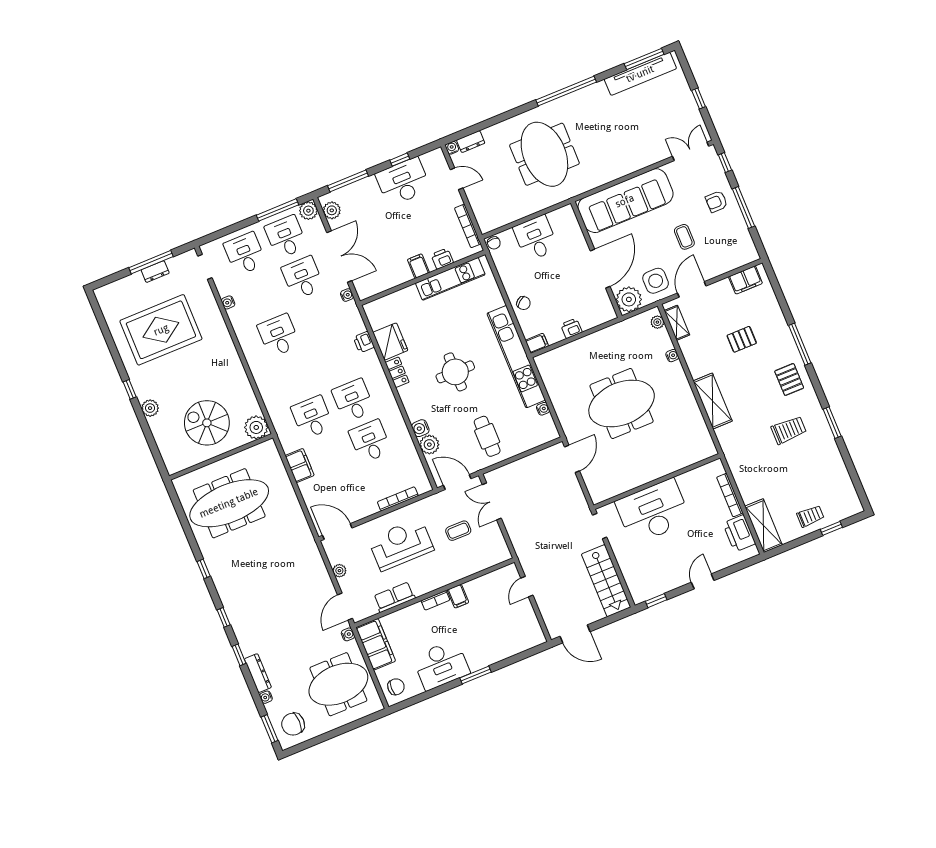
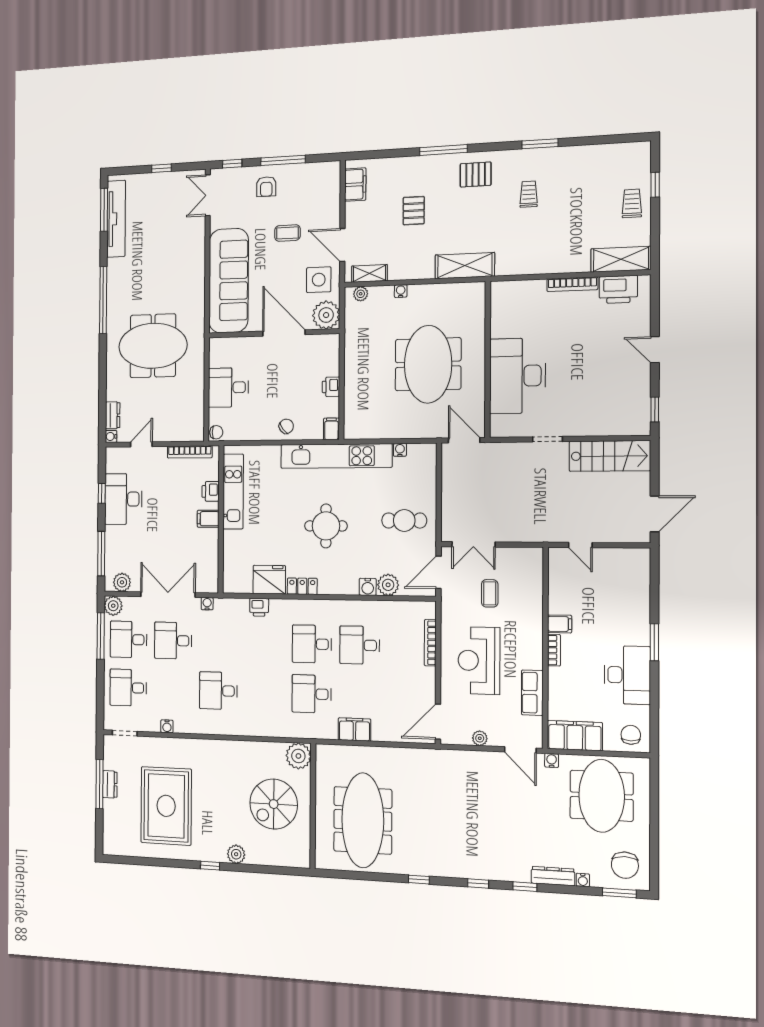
trolley: (789, 430) -> (529, 194), width x0.73, depth x0.72
wall: (657, 482) -> (488, 359), moved
desk: (653, 511) -> (517, 376), moved

